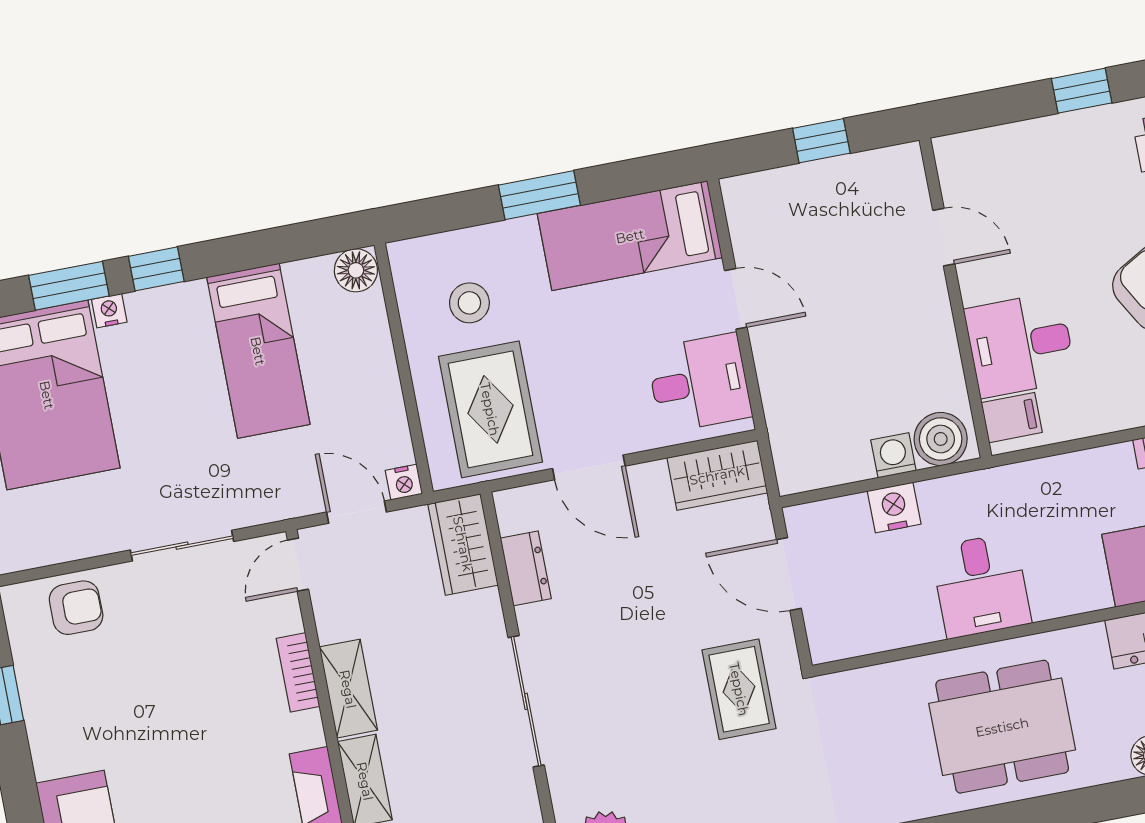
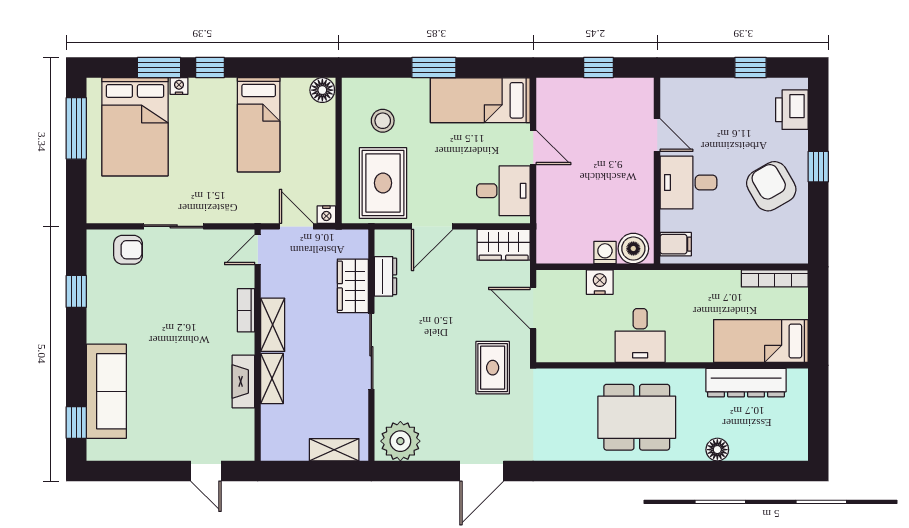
desk: (1020, 345) -> (688, 182), moved
door: (589, 467) -> (432, 226), hinge flipped
wardrobe: (463, 544) -> (353, 286), moved
sliding door: (182, 546) -> (174, 226), moved

